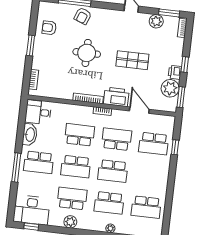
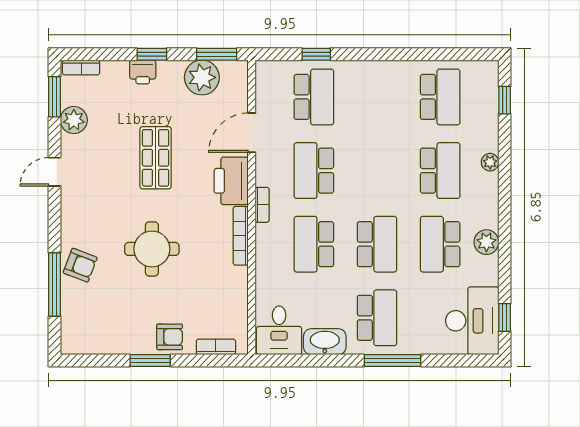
armchair: (49, 28) -> (170, 337), moved, turned -90
printer: (175, 72) -> (143, 72), moved
school desk: (113, 171) -> (377, 171), removed

